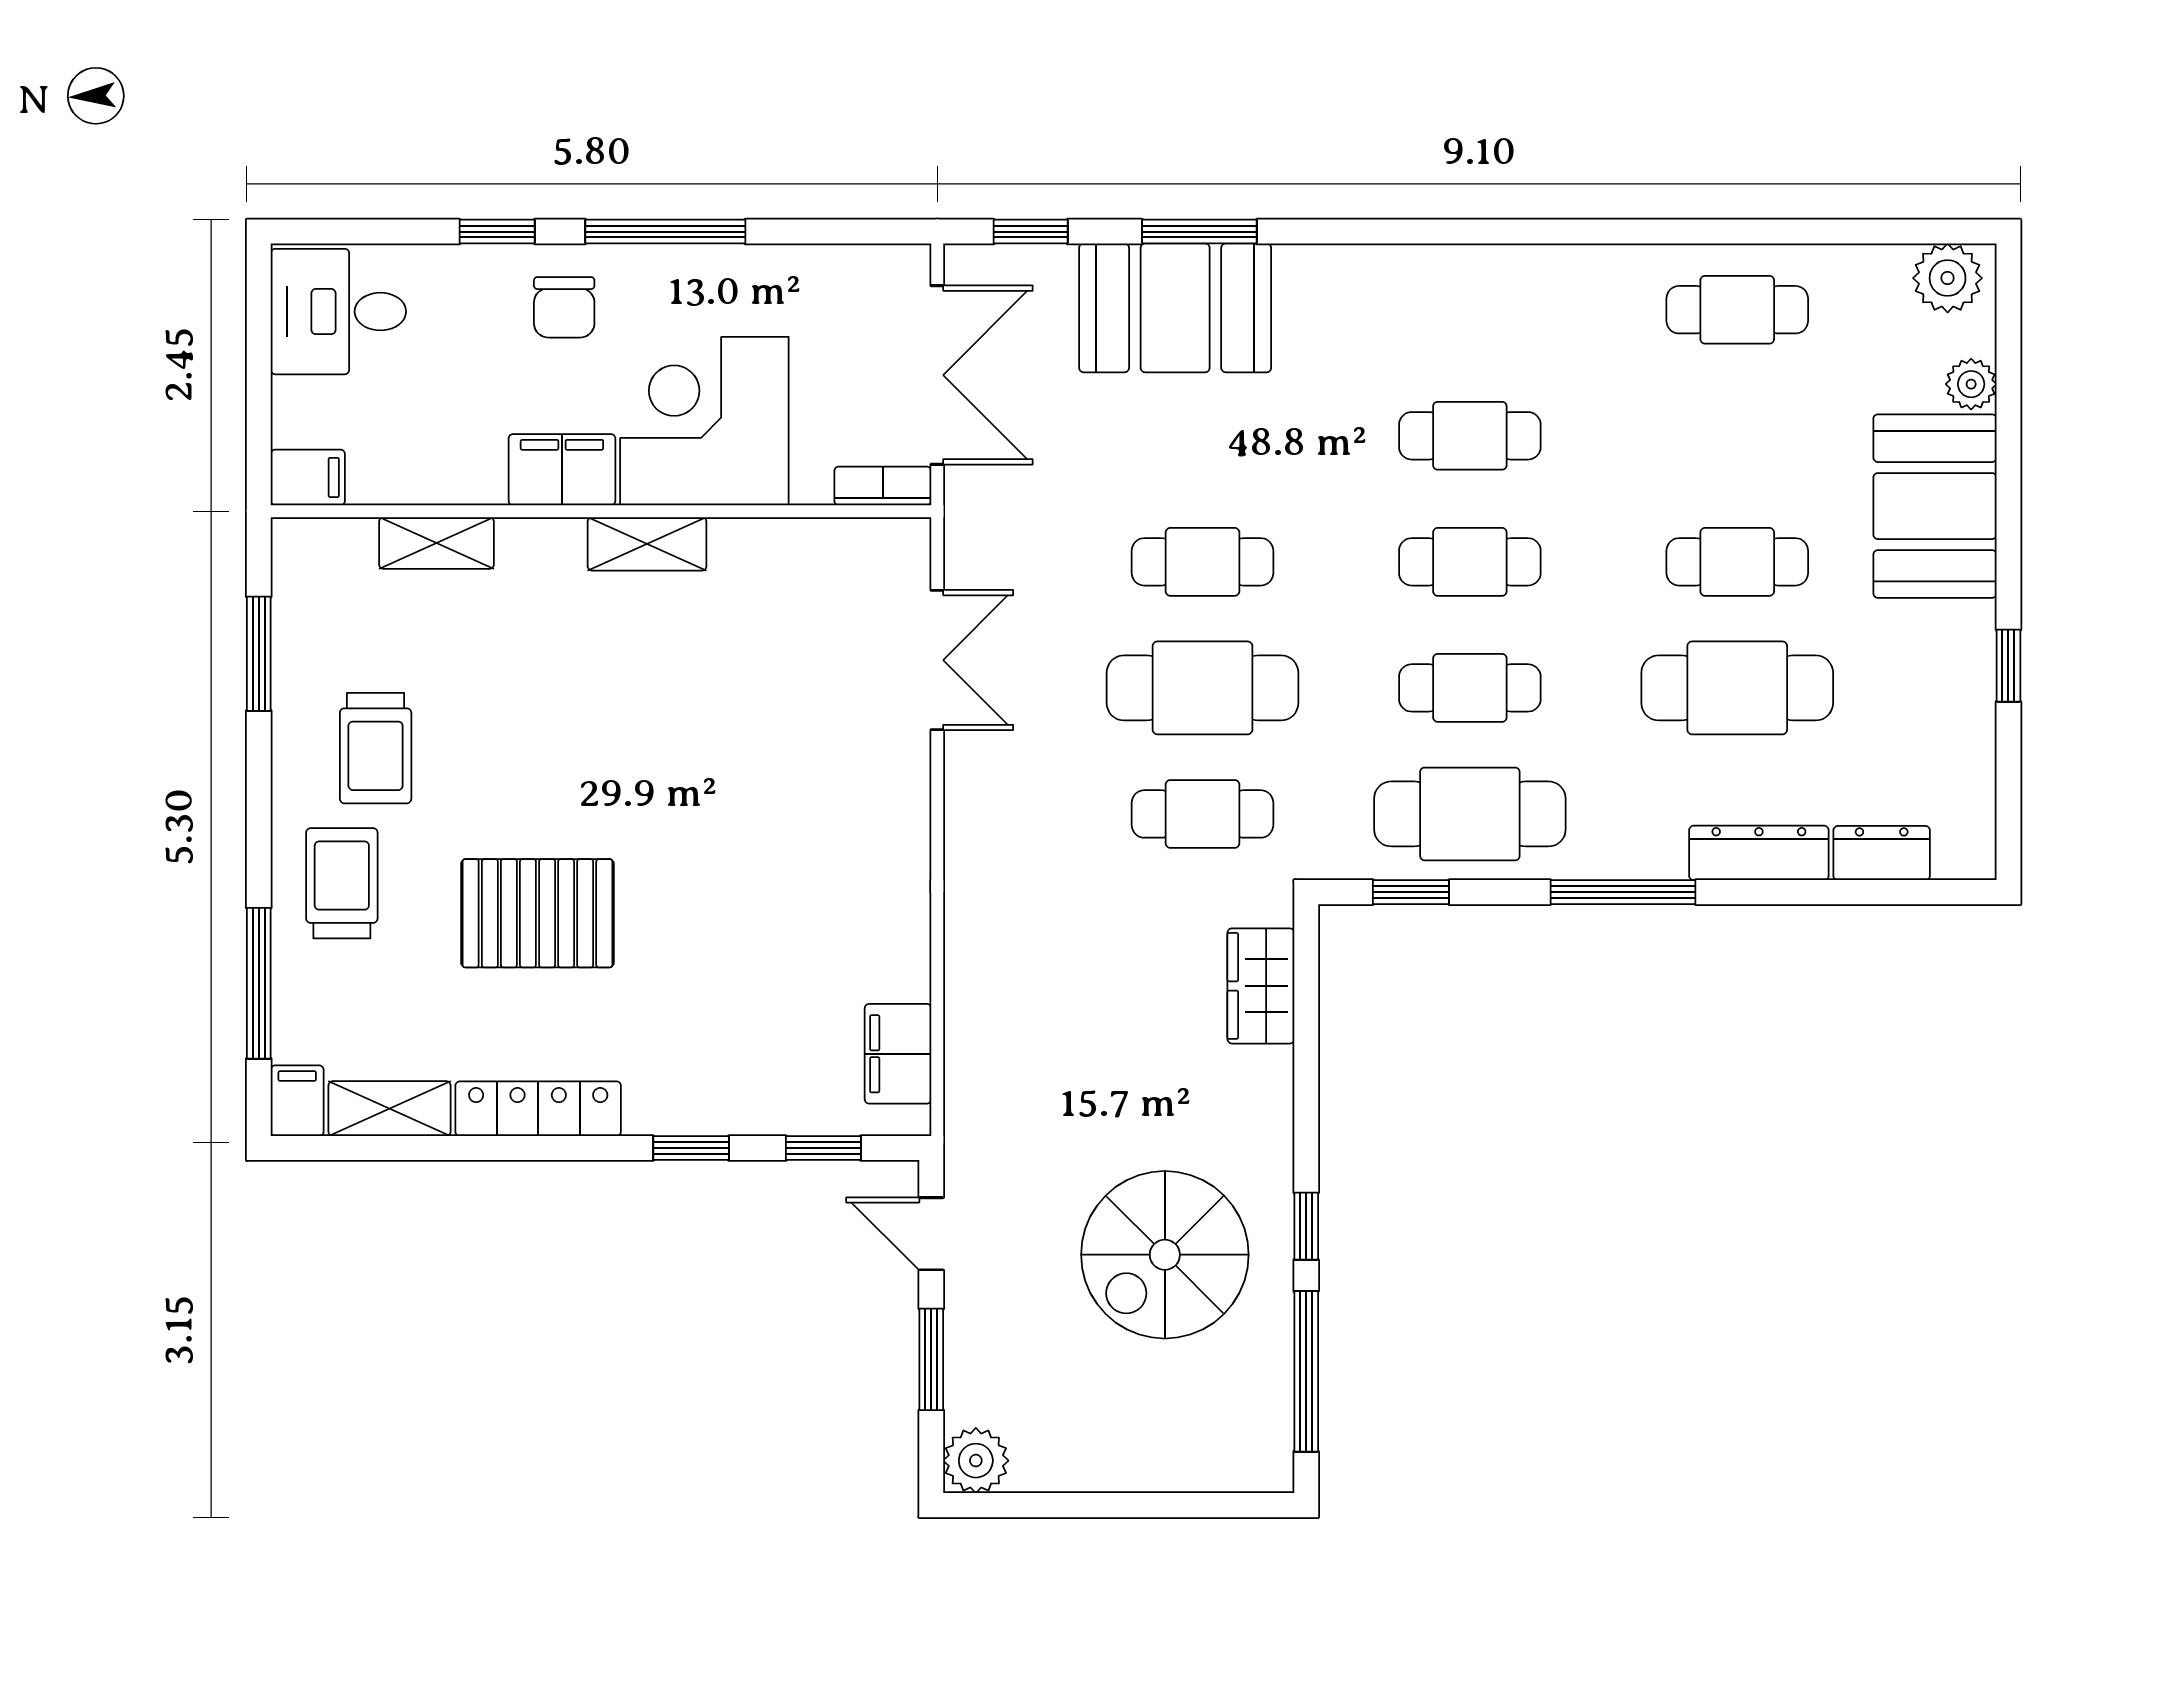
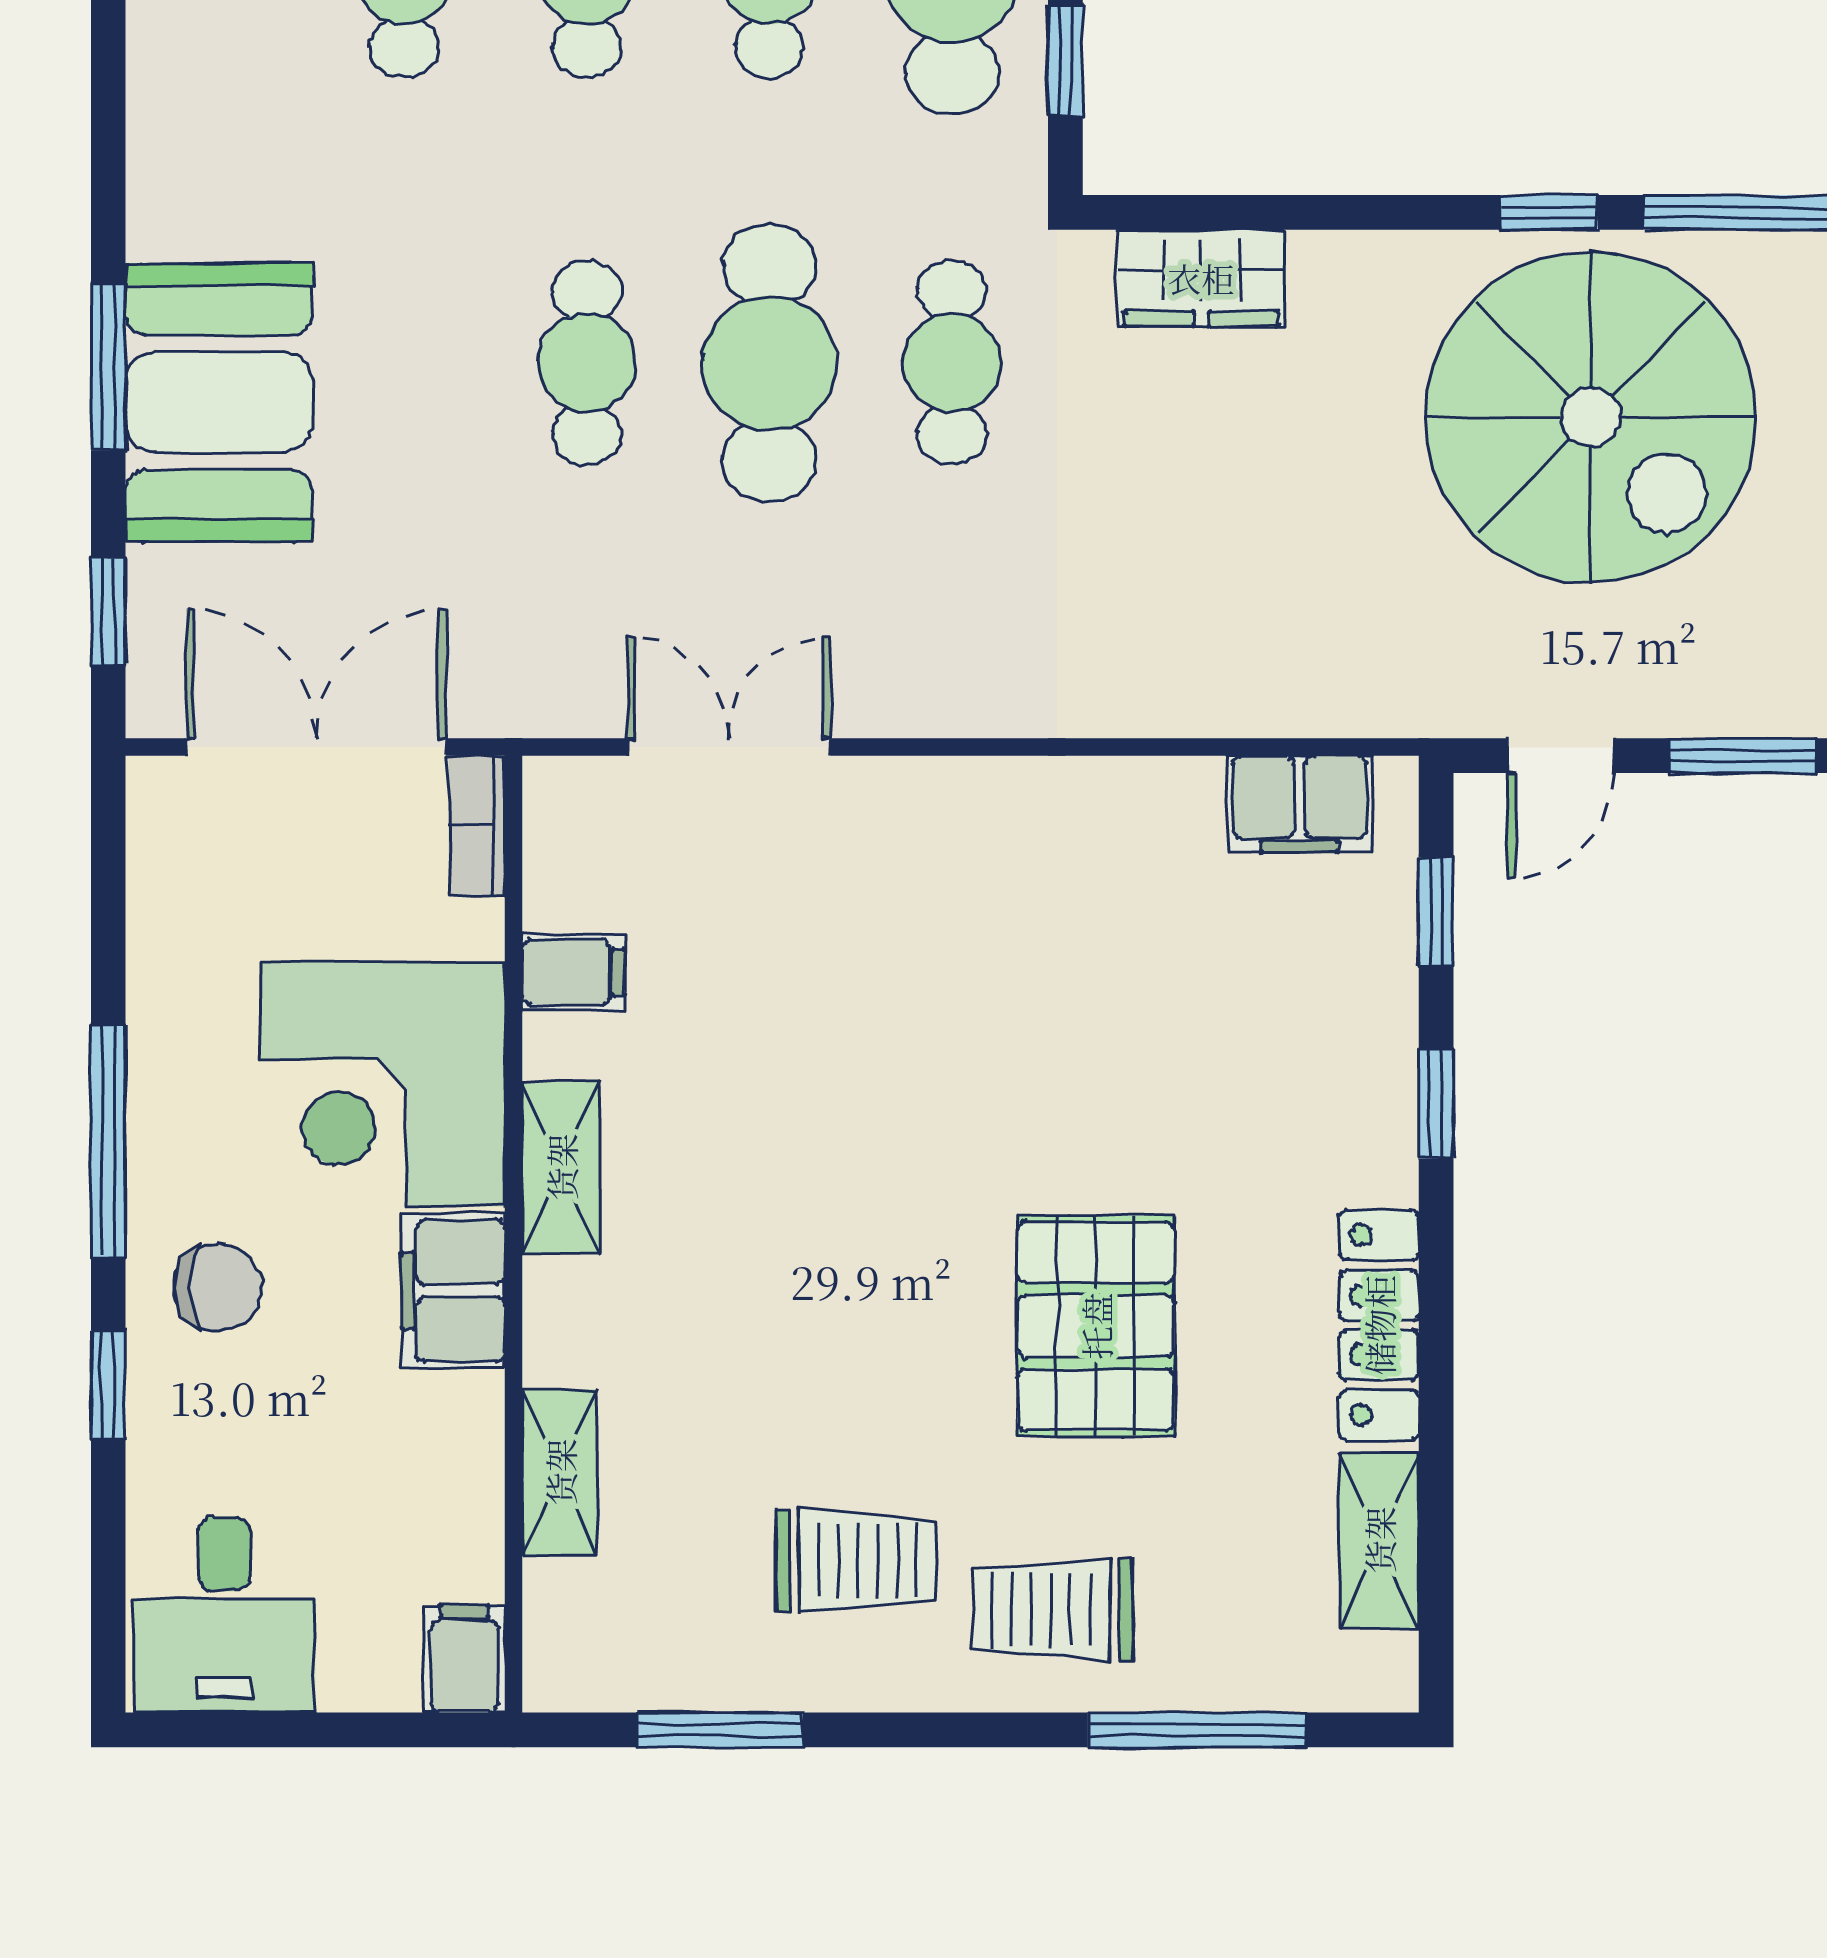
filing cabinet: (297, 1101) -> (573, 972), moved, turned 180
spiral stairs: (1165, 1255) -> (1591, 417), width x1.37, depth x1.37

